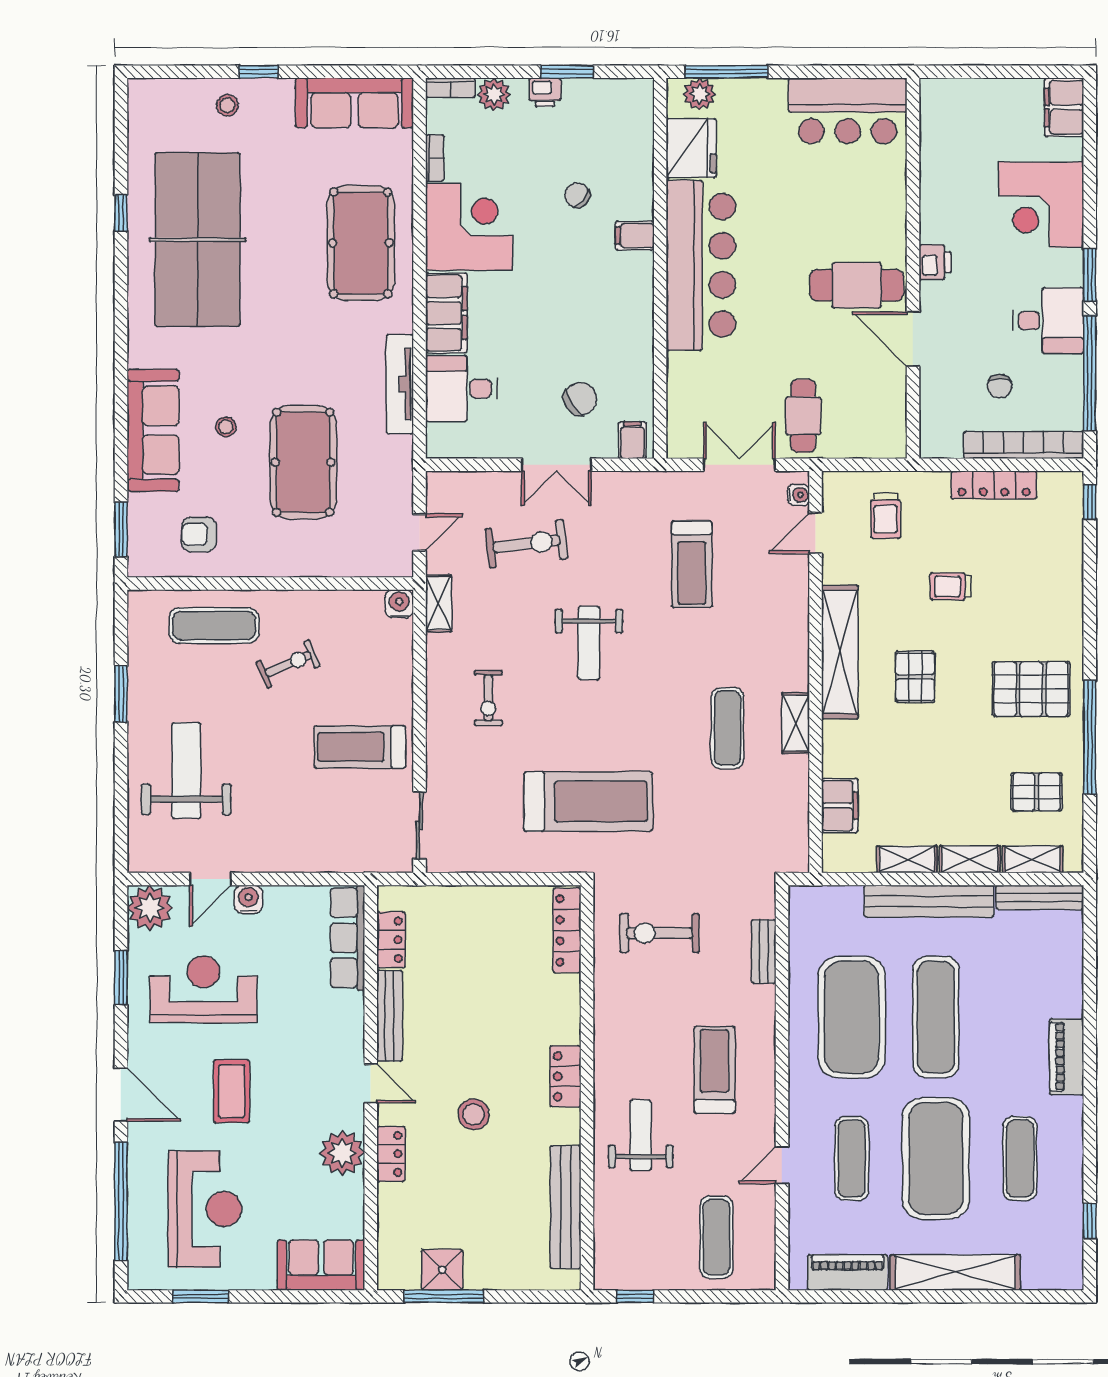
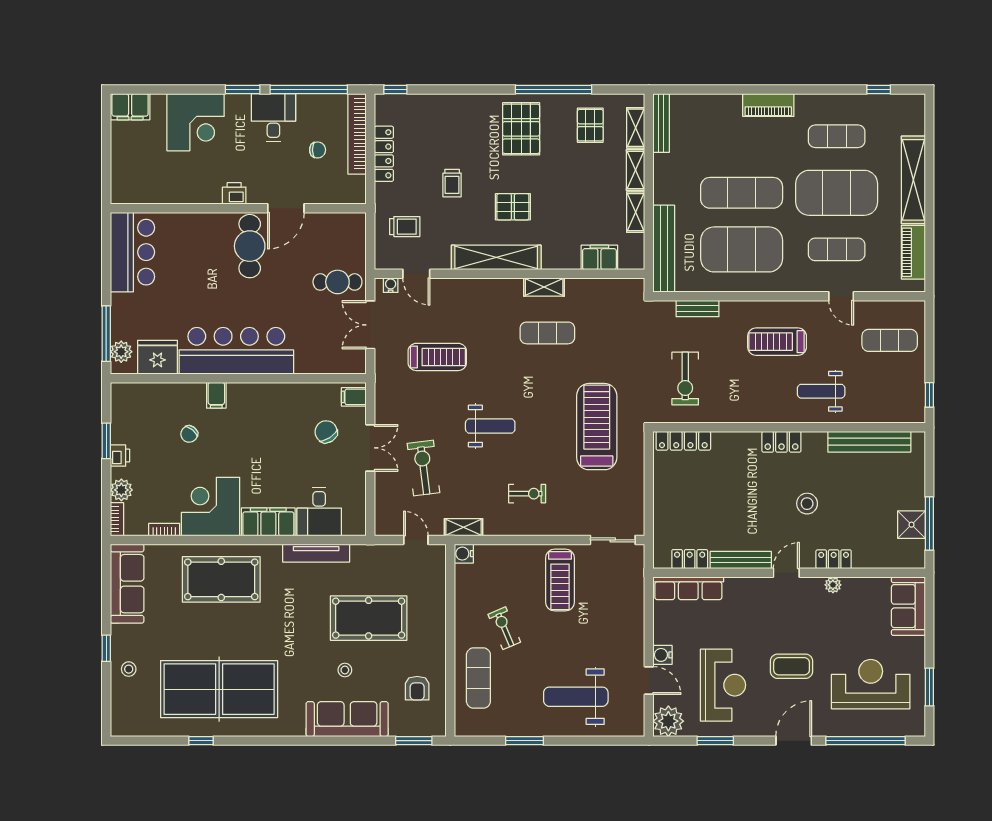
bench: (929, 901) -> (664, 249), moved
reception desk: (203, 989) -> (723, 685), turned 180
plant: (342, 1153) -> (833, 585), width x0.53, depth x0.53

